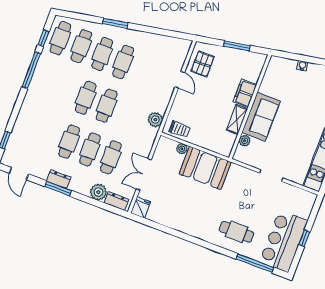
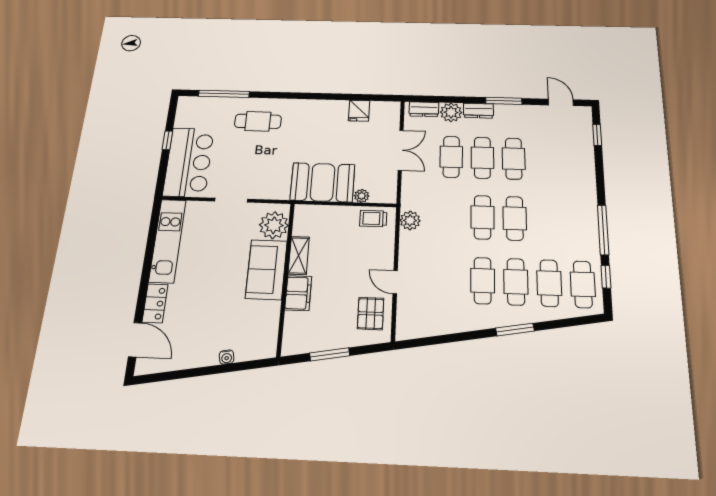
plant: (245, 141) -> (274, 225), width x1.88, depth x1.88
dresser: (59, 179) -> (478, 111), moved
fridge: (141, 207) -> (359, 111), moved
bar counter: (284, 241) -> (189, 162), moved

